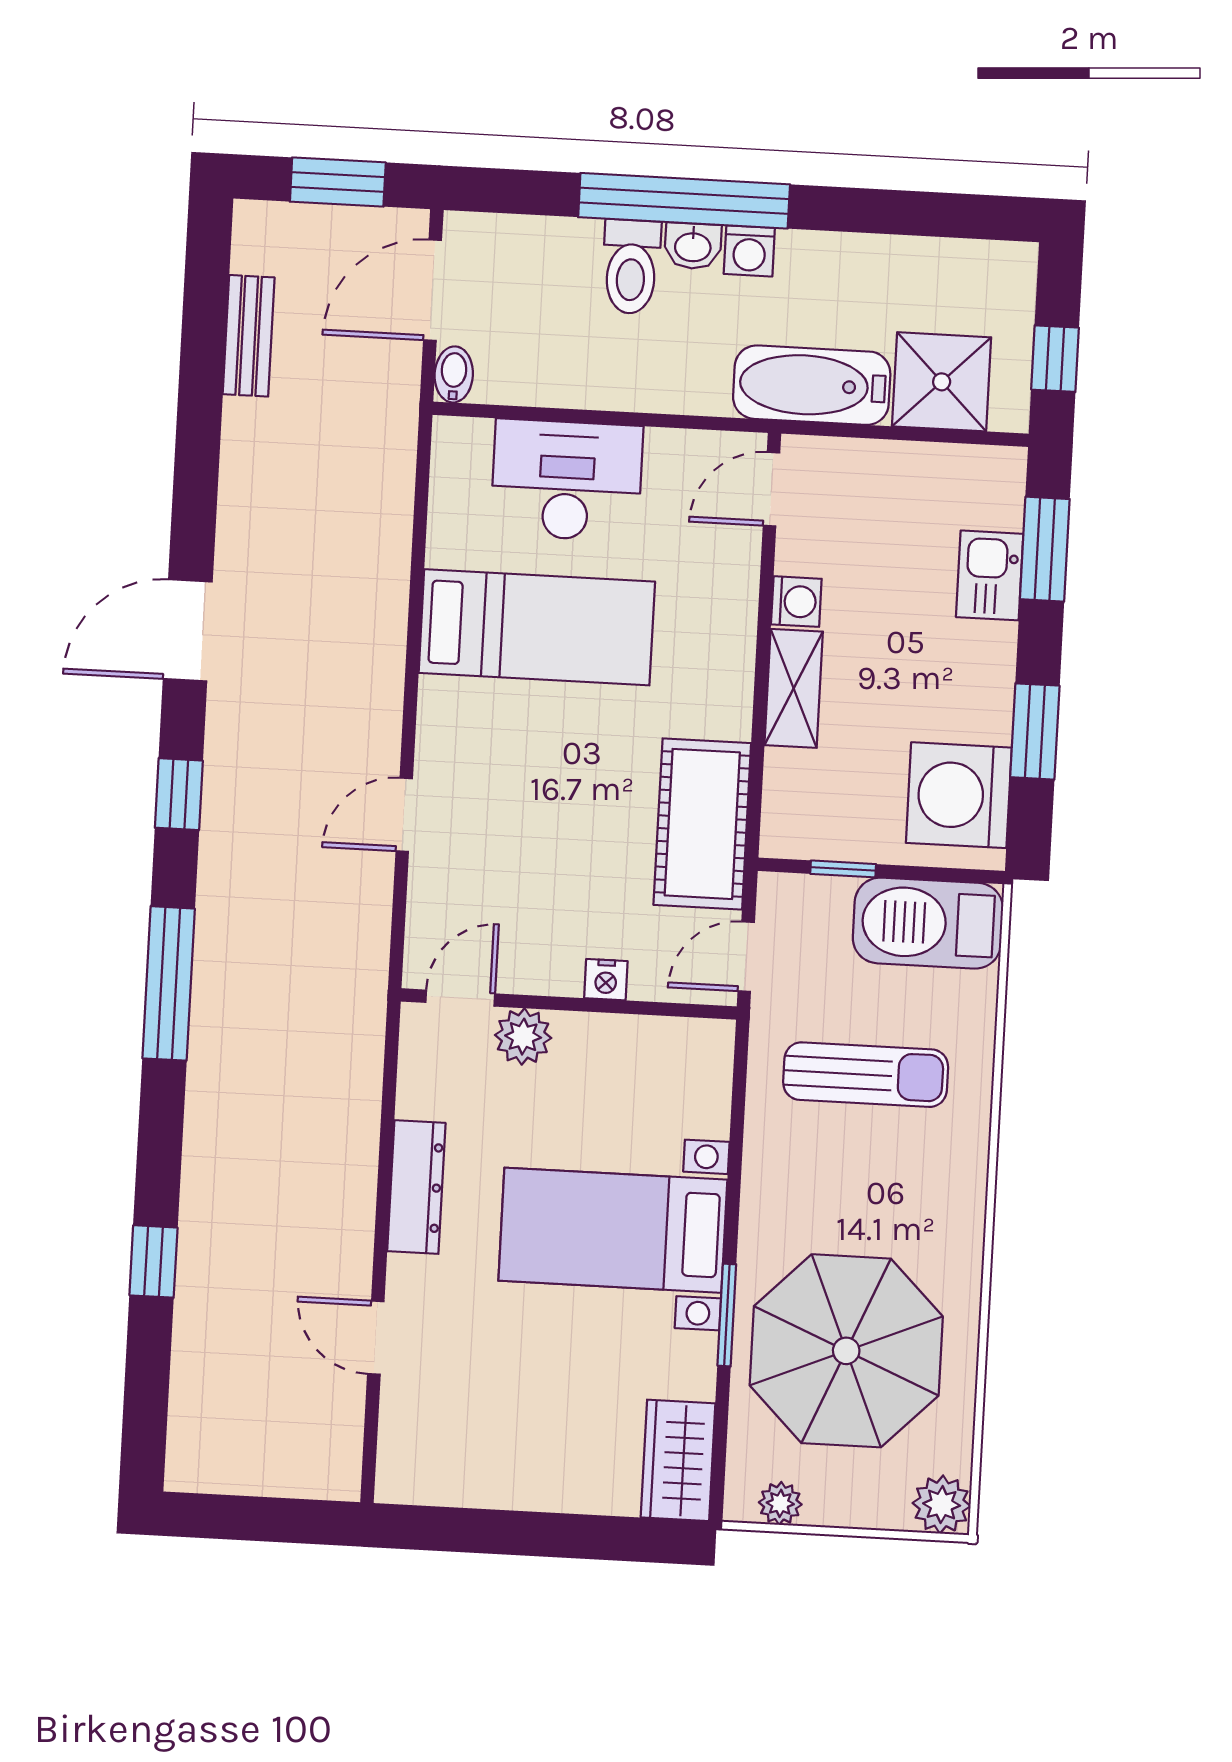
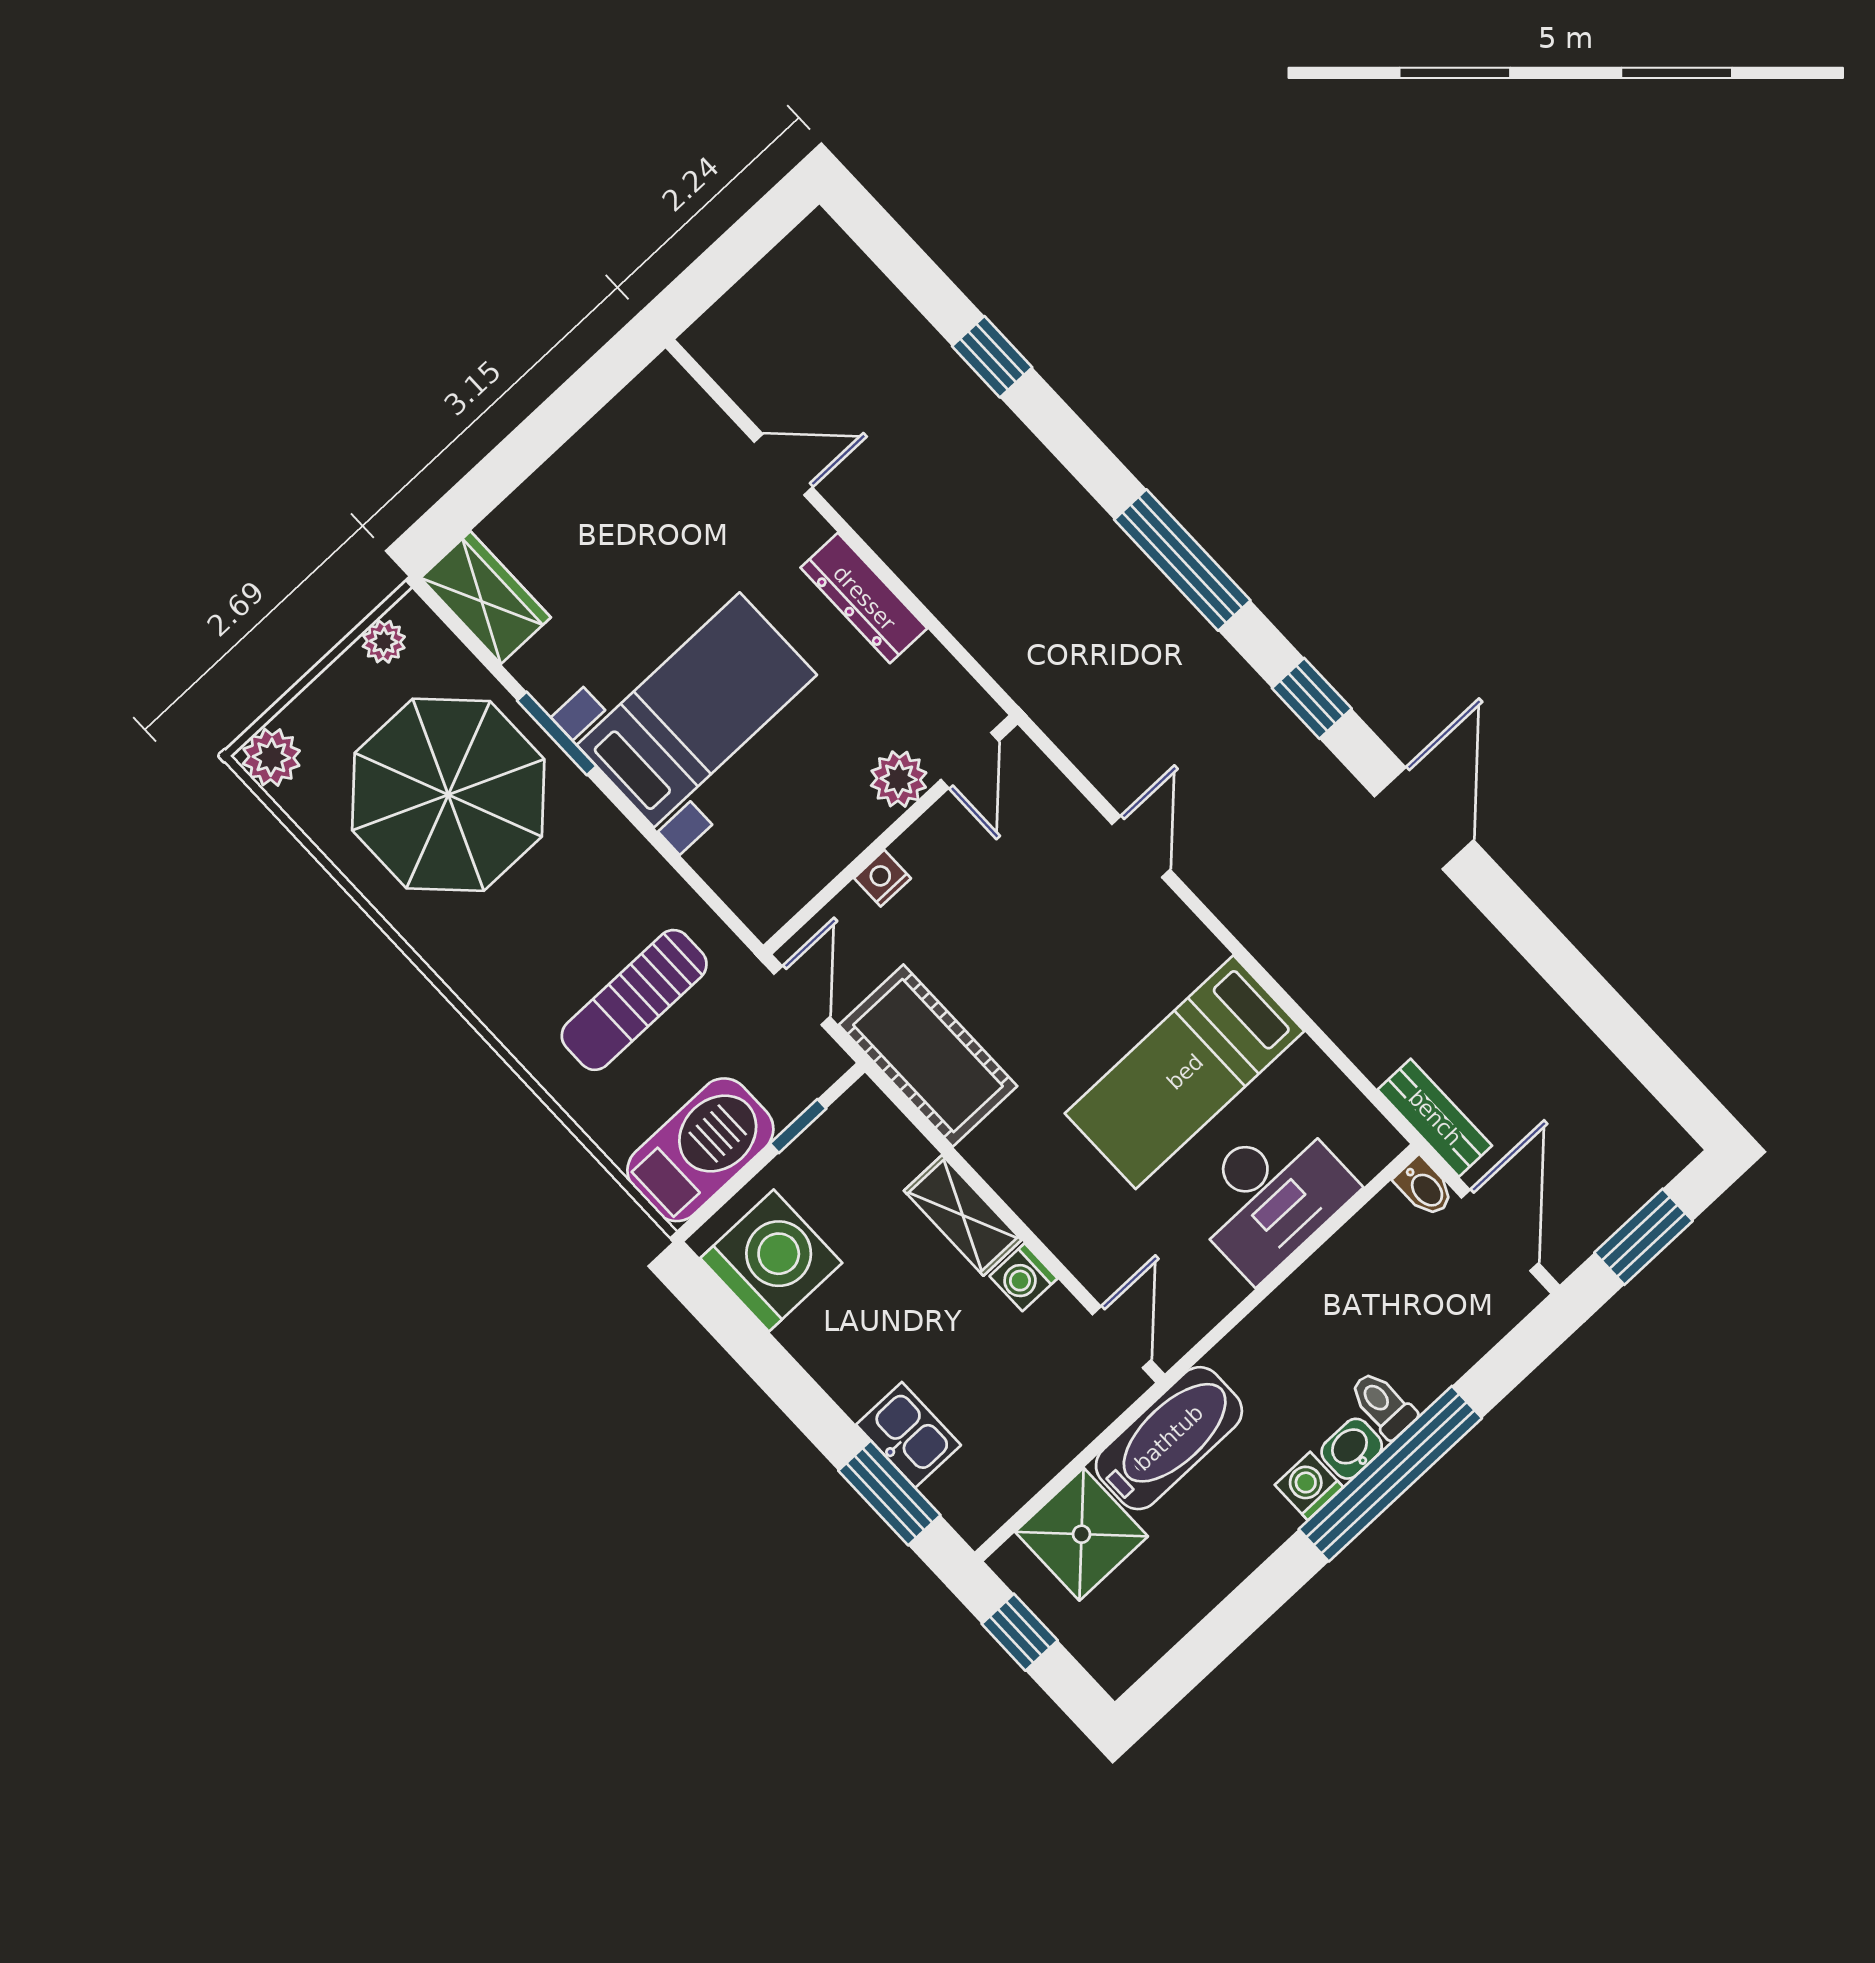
toilet: (631, 267) -> (1383, 1405), width x0.73, depth x0.72
bench: (249, 336) -> (1435, 1118), moved
window: (1035, 731) -> (765, 1360), removed

